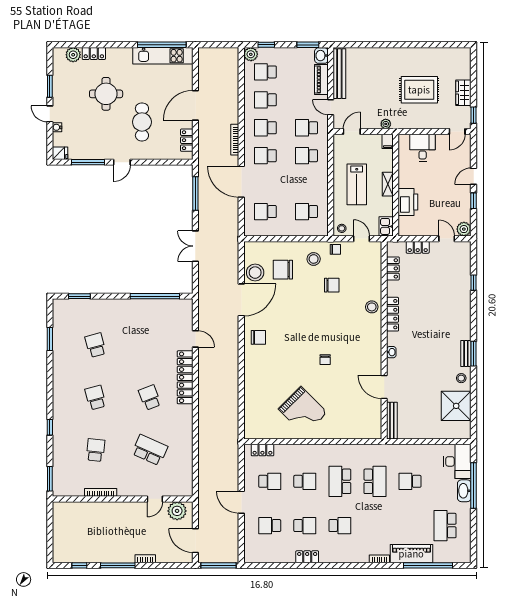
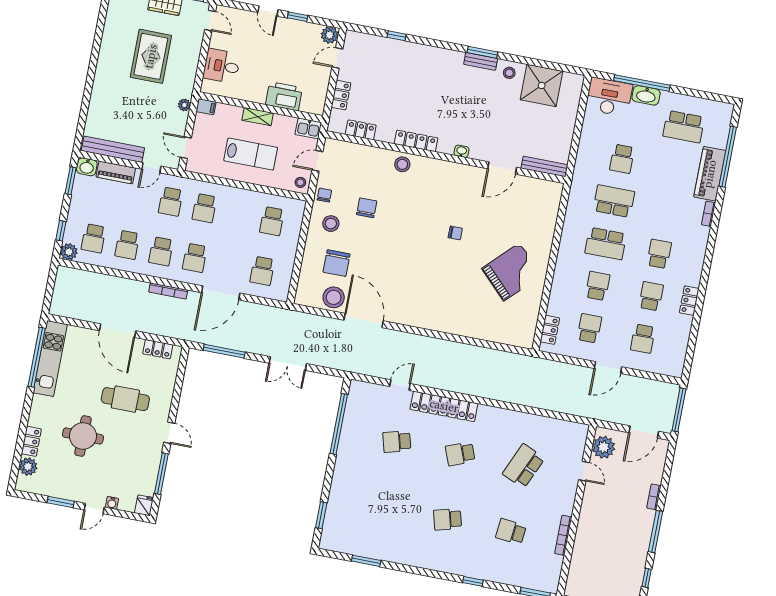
chair: (258, 337) -> (413, 309), removed
school desk: (96, 345) -> (397, 442), moved

